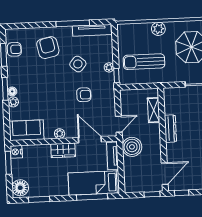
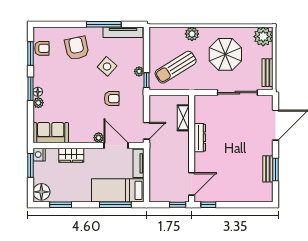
sun lounger: (144, 62) -> (176, 67), turned -32
plant: (60, 134) -> (99, 138), moved
boiler: (132, 147) -> (159, 155), removed
wardrobe: (63, 150) -> (71, 155), moved

